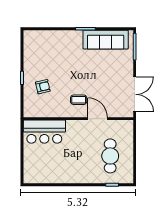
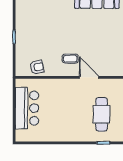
armchair: (43, 87) -> (37, 67), moved
bar counter: (44, 132) -> (27, 108), moved, turned -90

